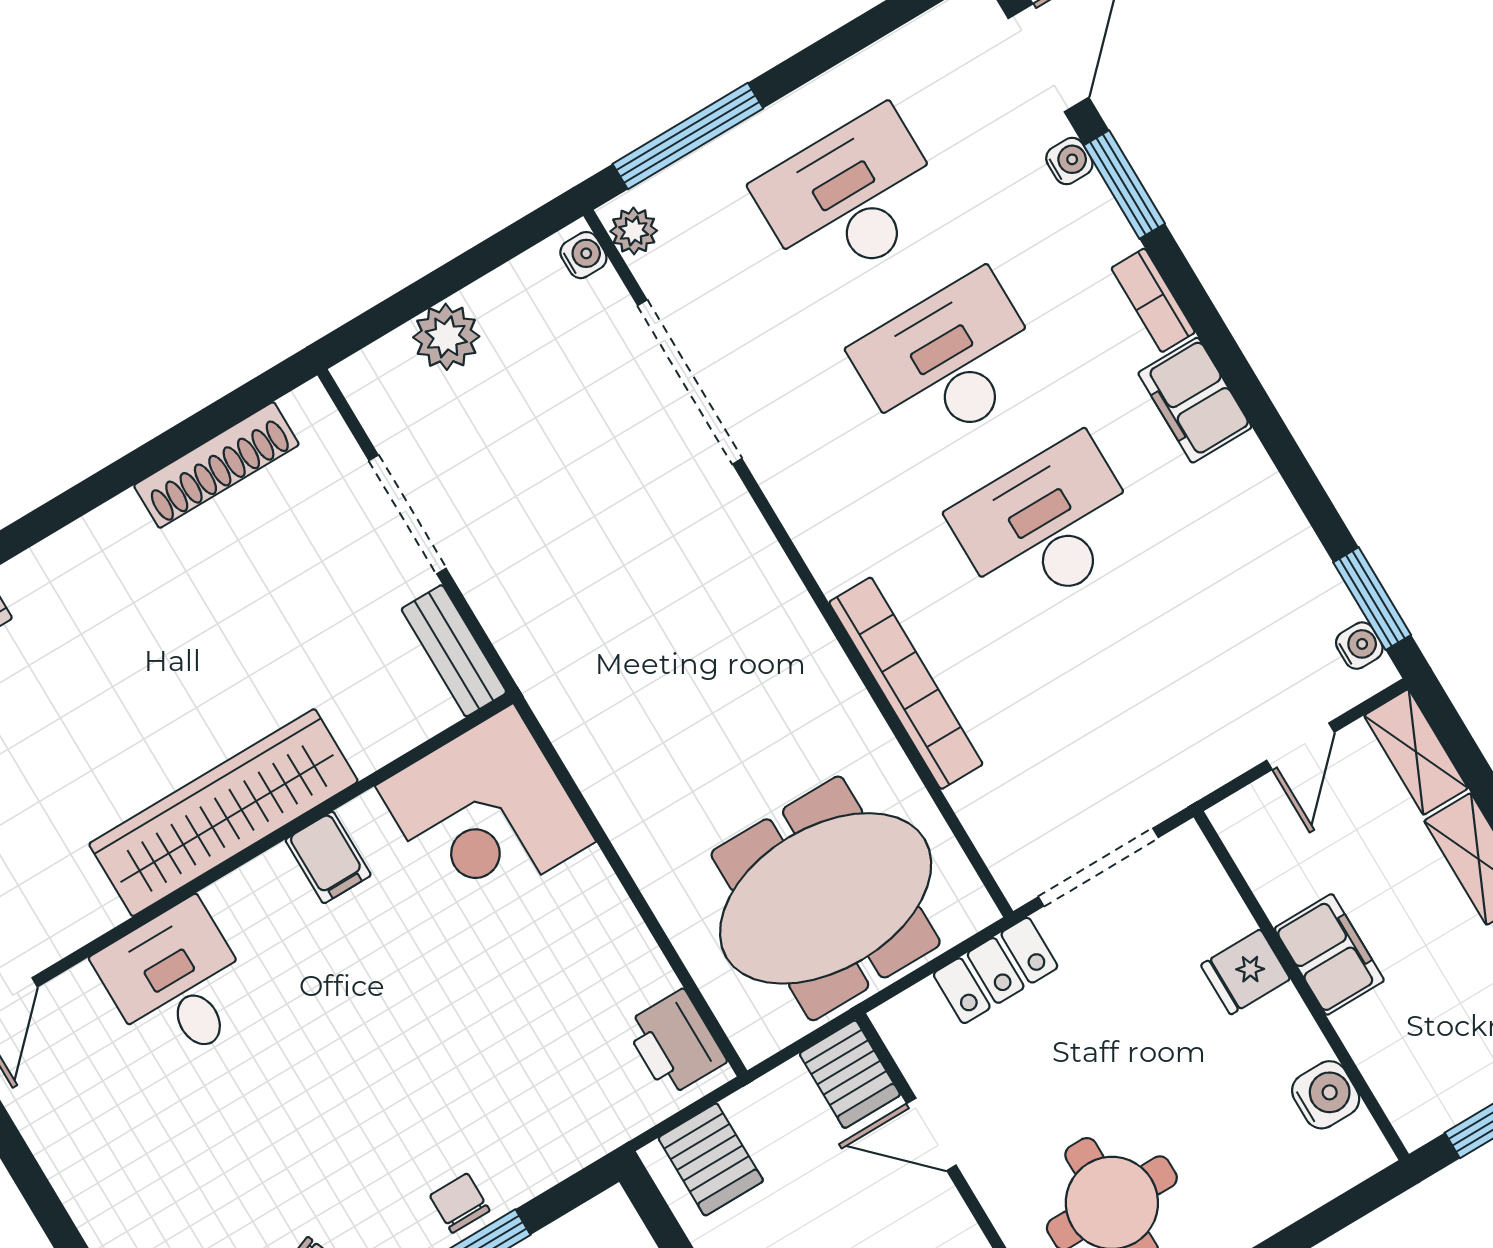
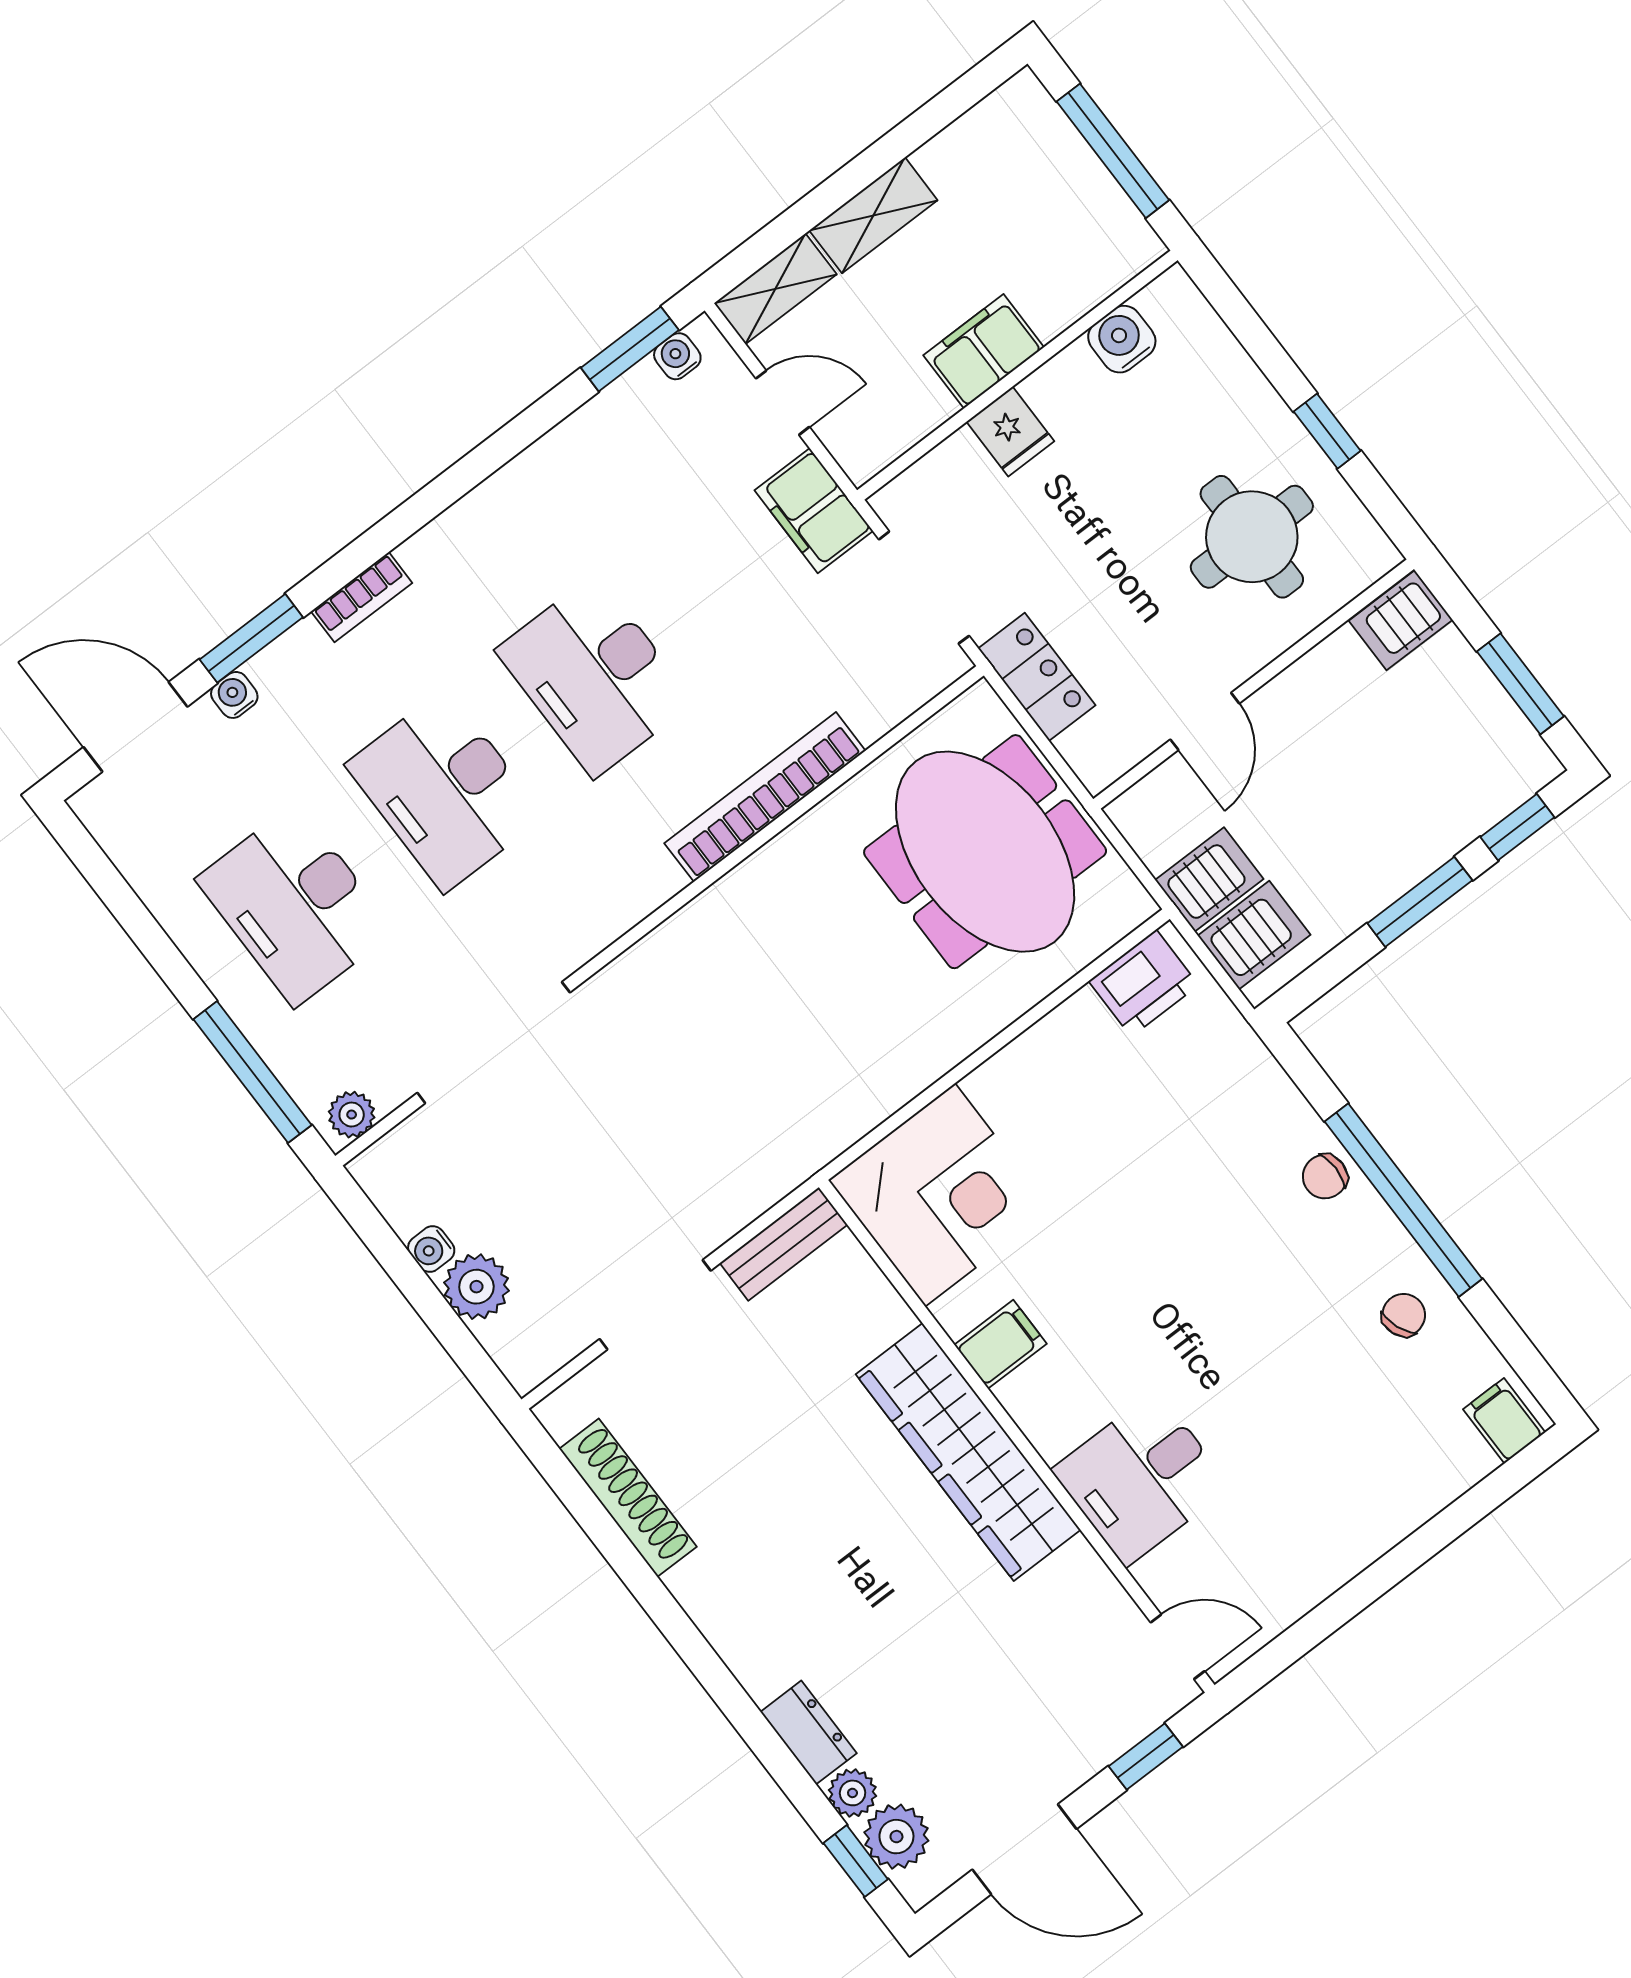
water cooler: (583, 255) -> (431, 1249), moved, turned -90
filing cabinet: (1195, 400) -> (814, 511), moved, turned 90
server rack: (850, 1074) -> (1209, 879), moved

